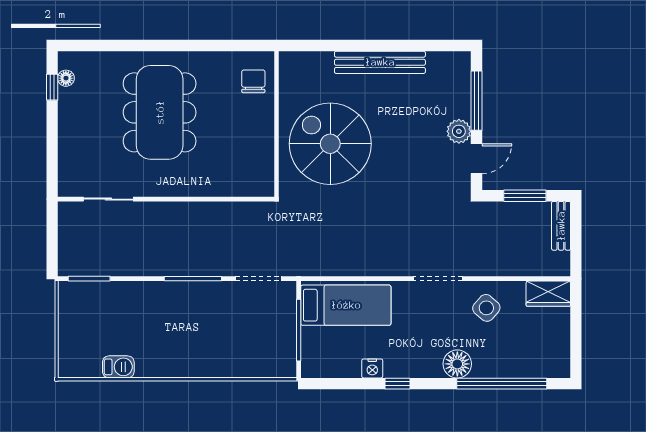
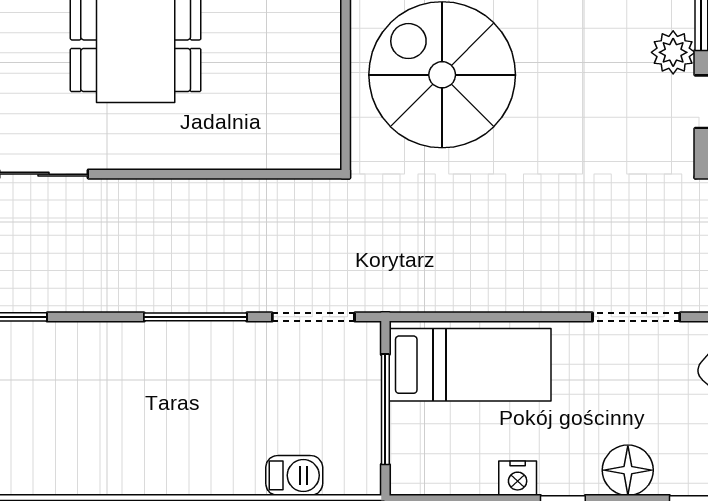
floor lamp: (457, 364) -> (628, 470), moved
barbecue: (118, 367) -> (294, 475), moved

